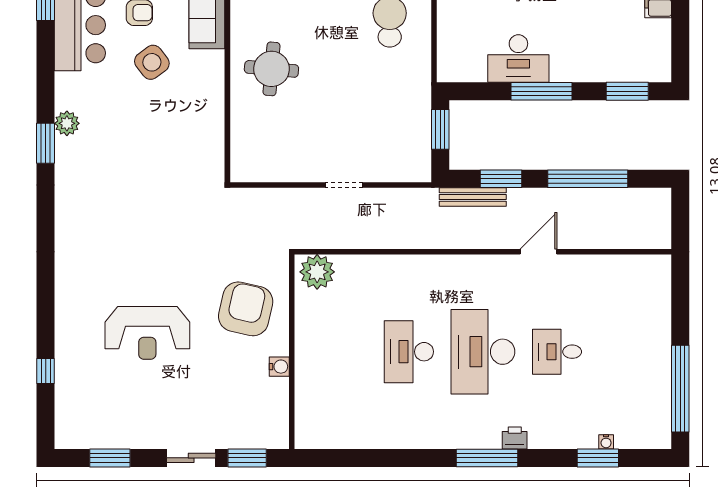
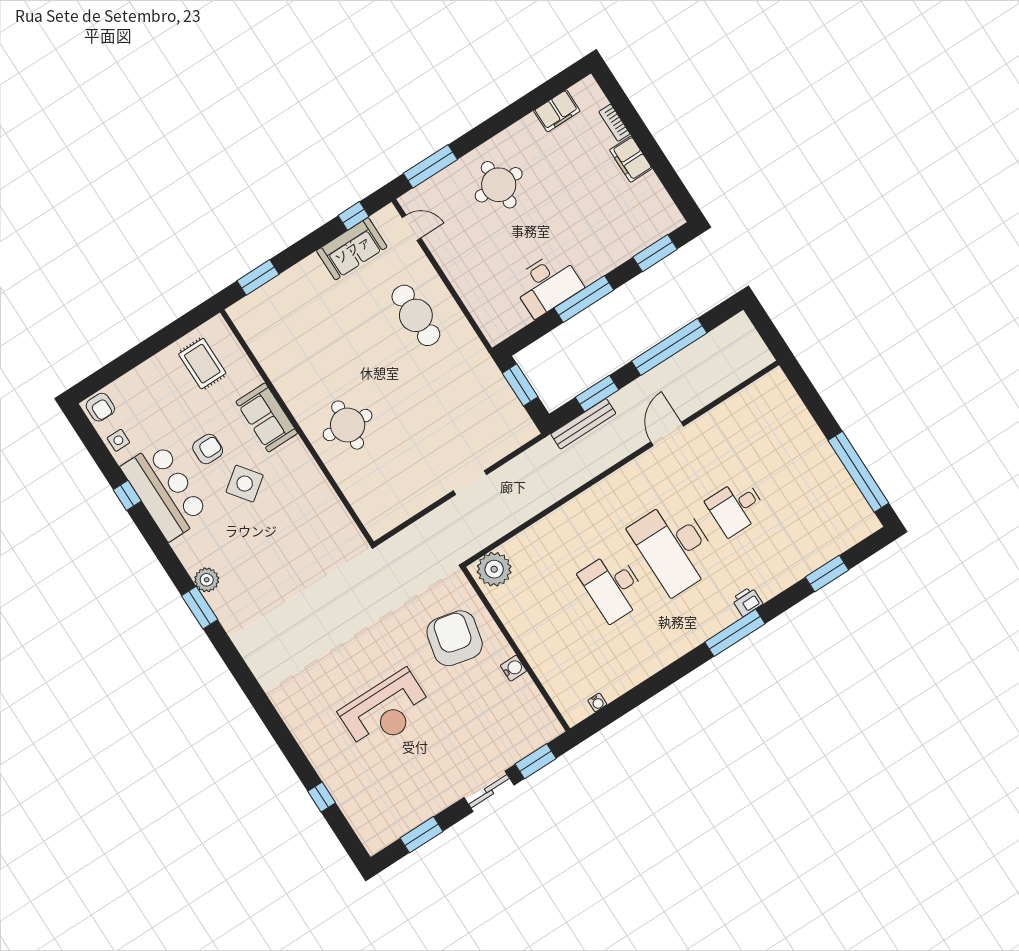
water cooler: (606, 442) -> (597, 702), moved

